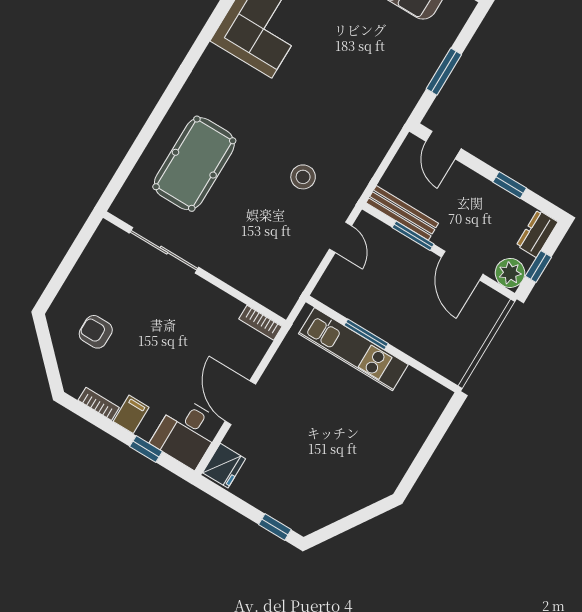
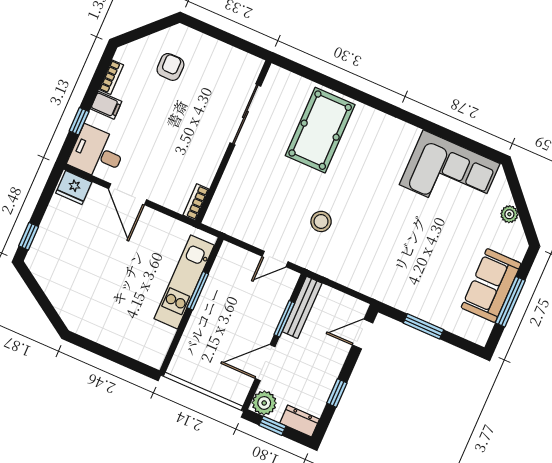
pool table: (194, 164) -> (320, 130), turned 90
door: (240, 403) -> (128, 194), swing flipped

